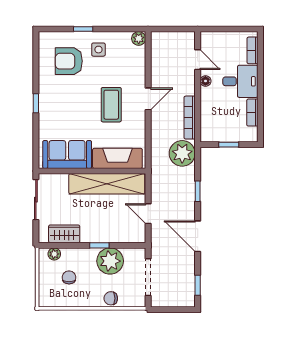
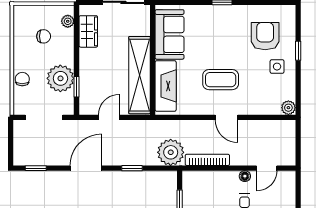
window: (99, 245) -> (77, 87), moved

